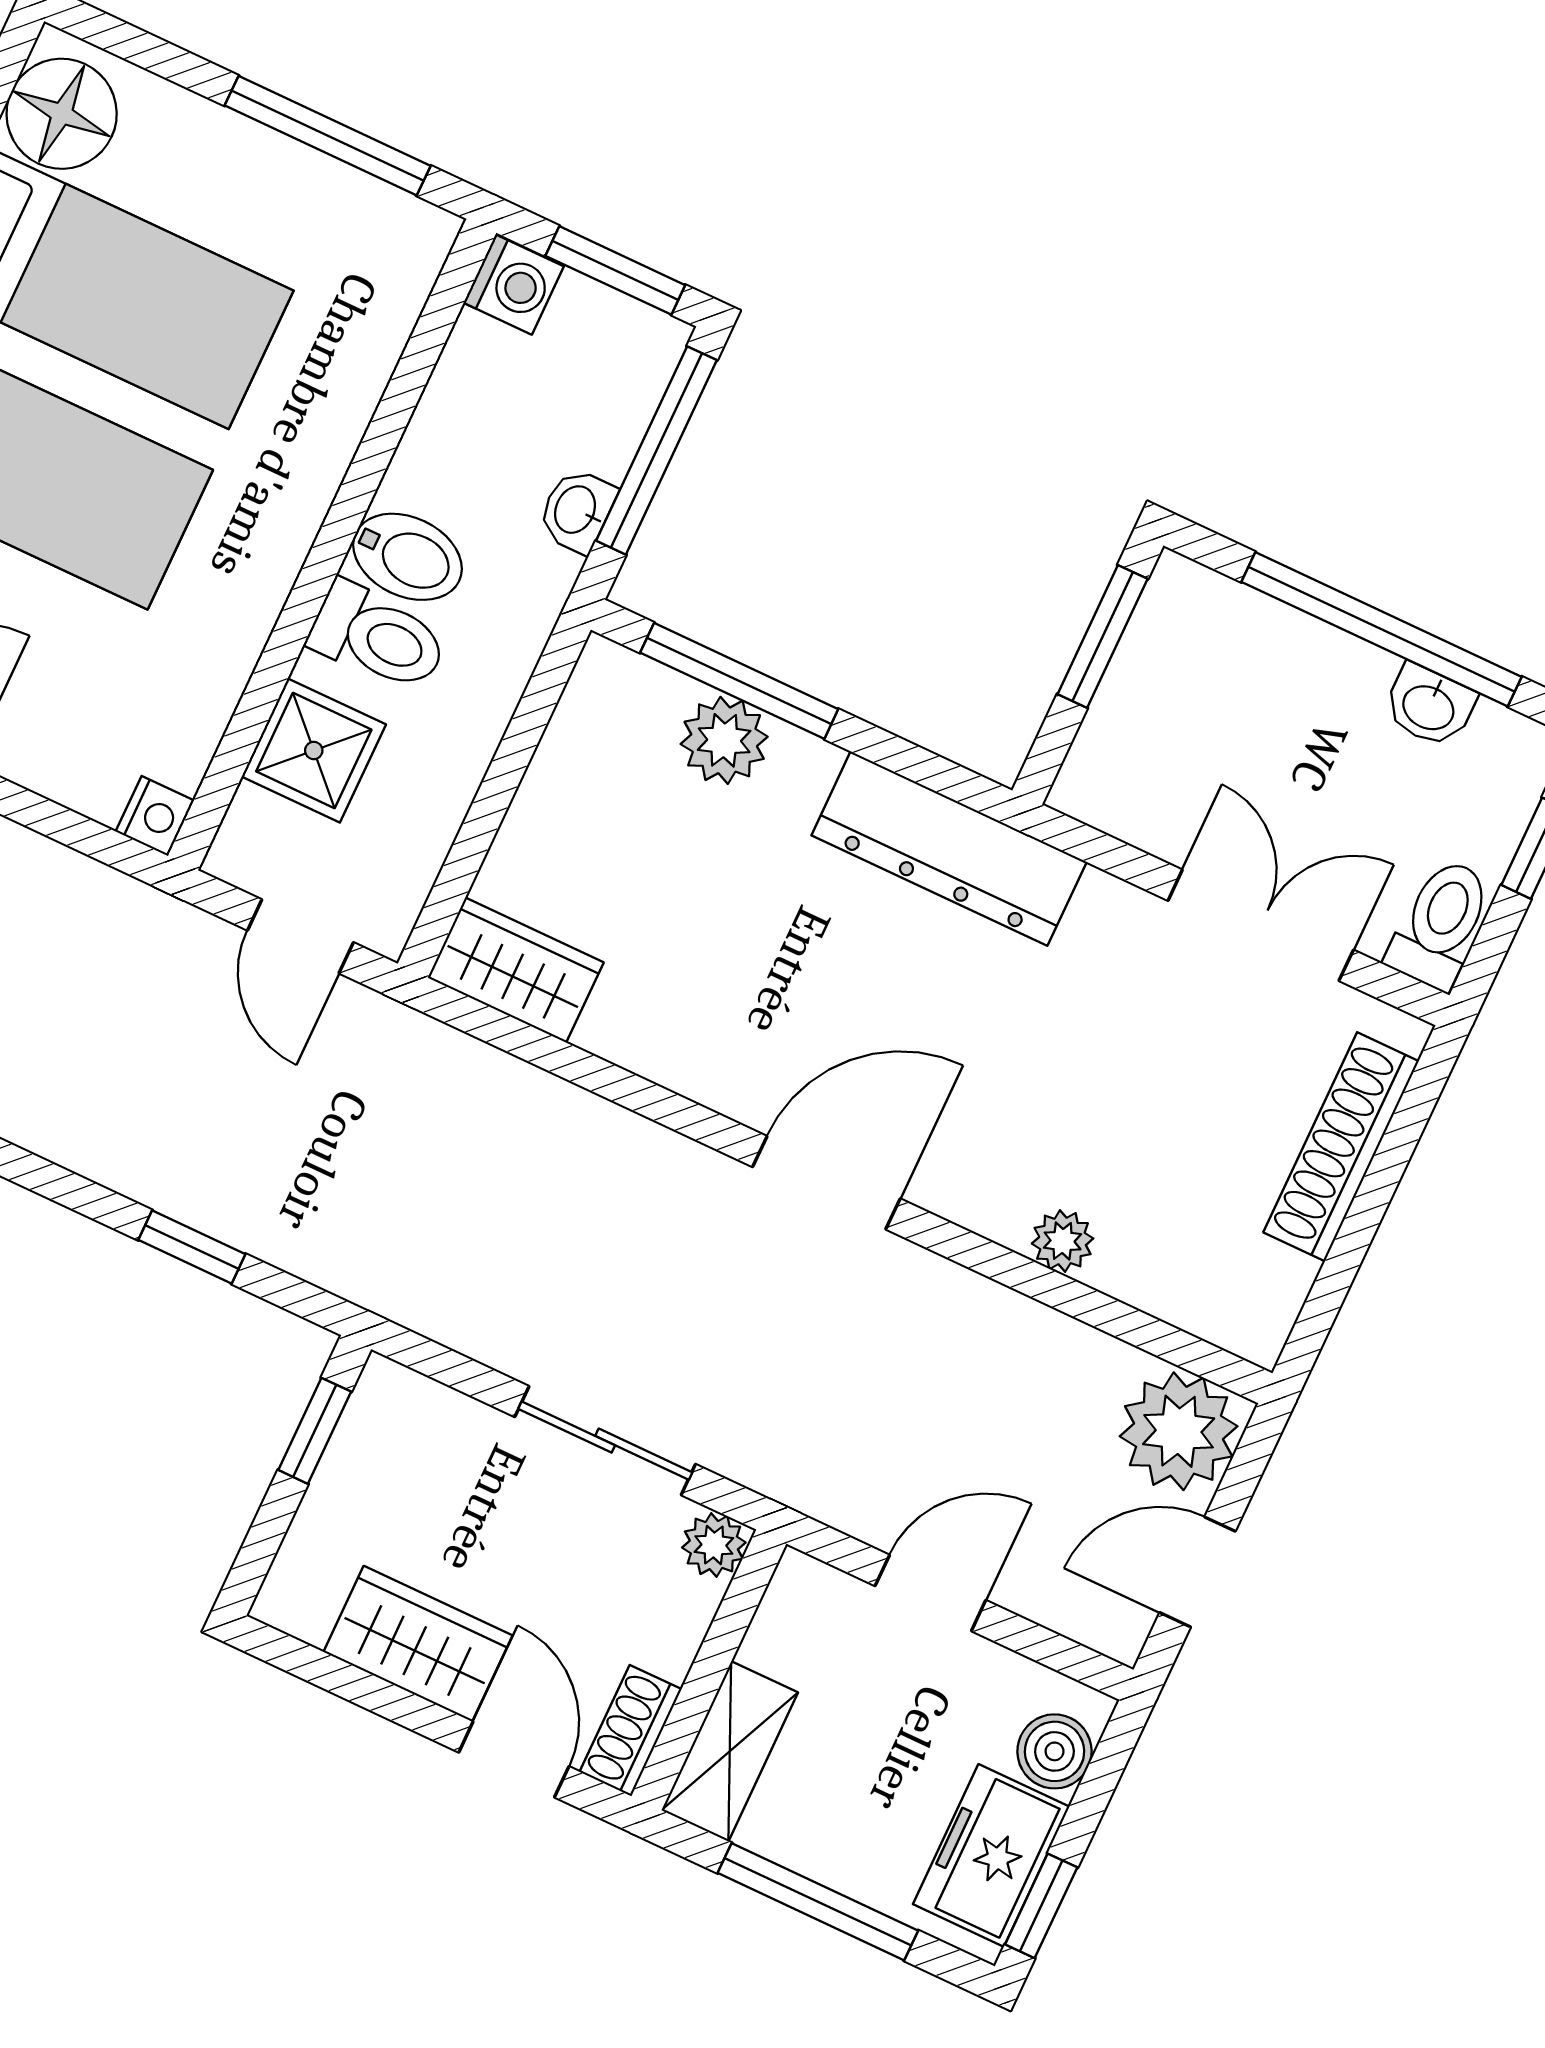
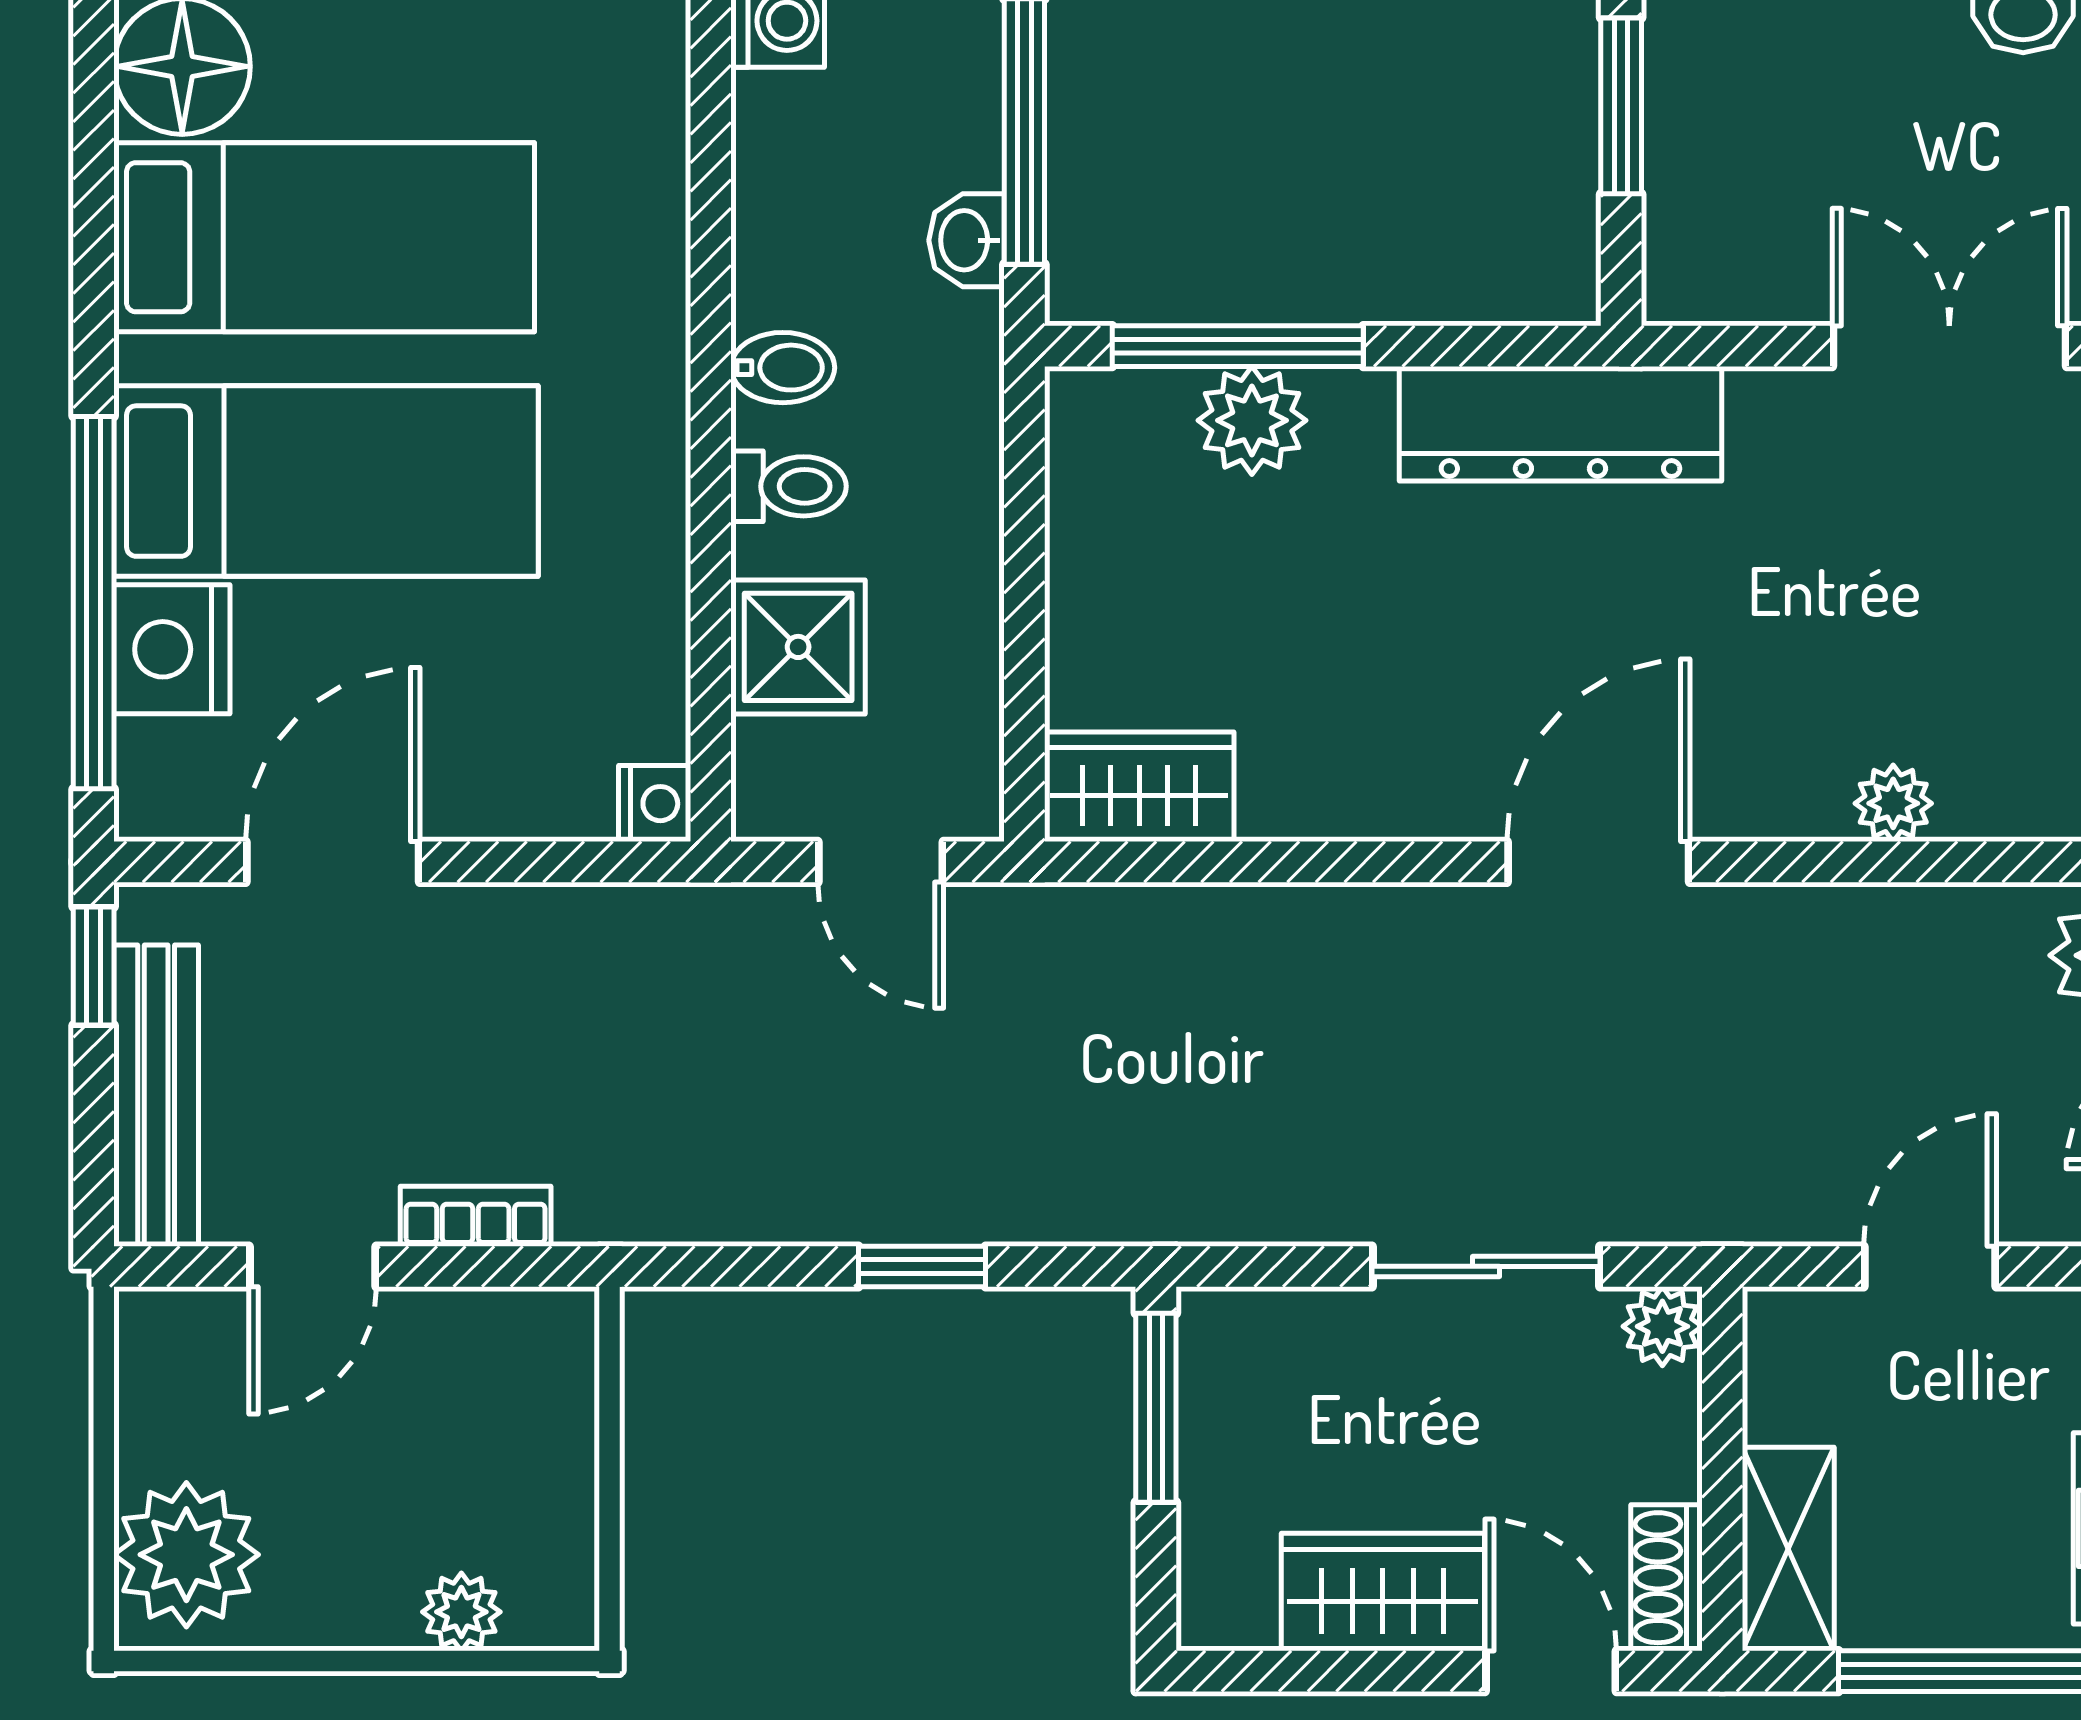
bidet: (408, 557) -> (783, 368), width x0.72, depth x0.74
toilet: (378, 637) -> (789, 486), width x0.73, depth x0.72
window: (315, 1431) -> (1156, 1408), width x1.50

